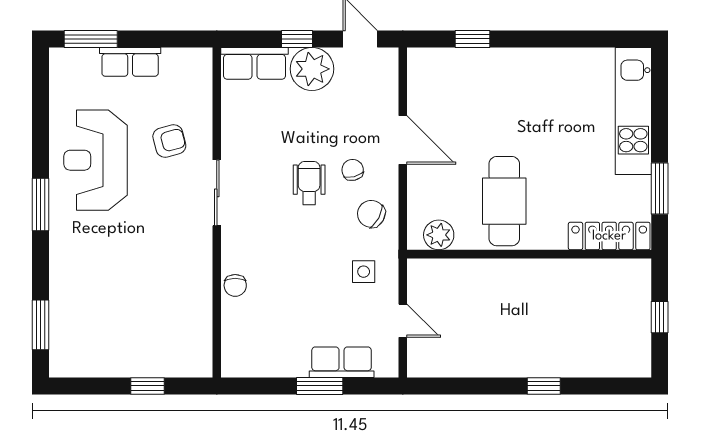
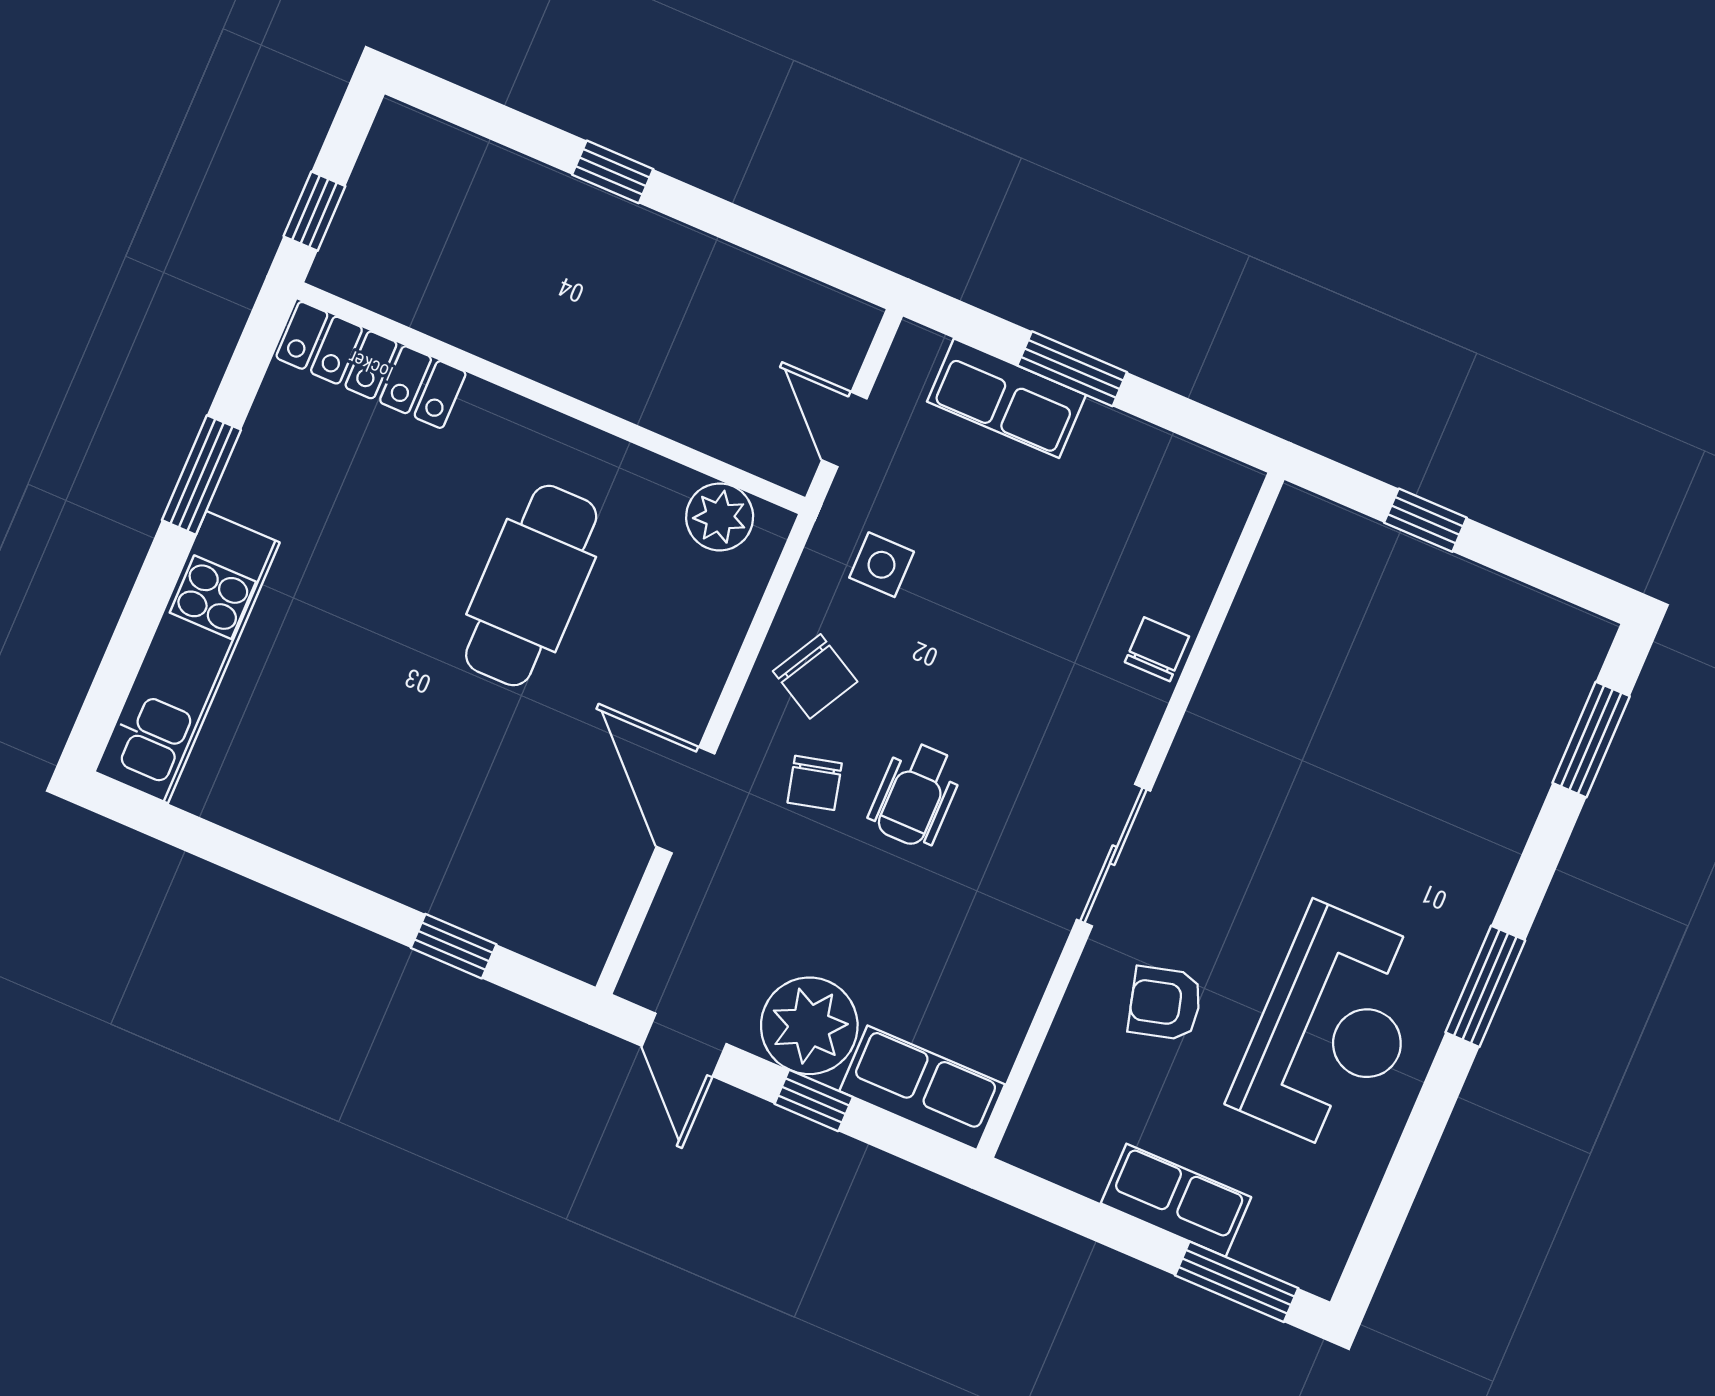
plant: (439, 235) -> (720, 517), moved
locker: (609, 236) -> (371, 365), moved
wall: (529, 254) -> (551, 398), moved

